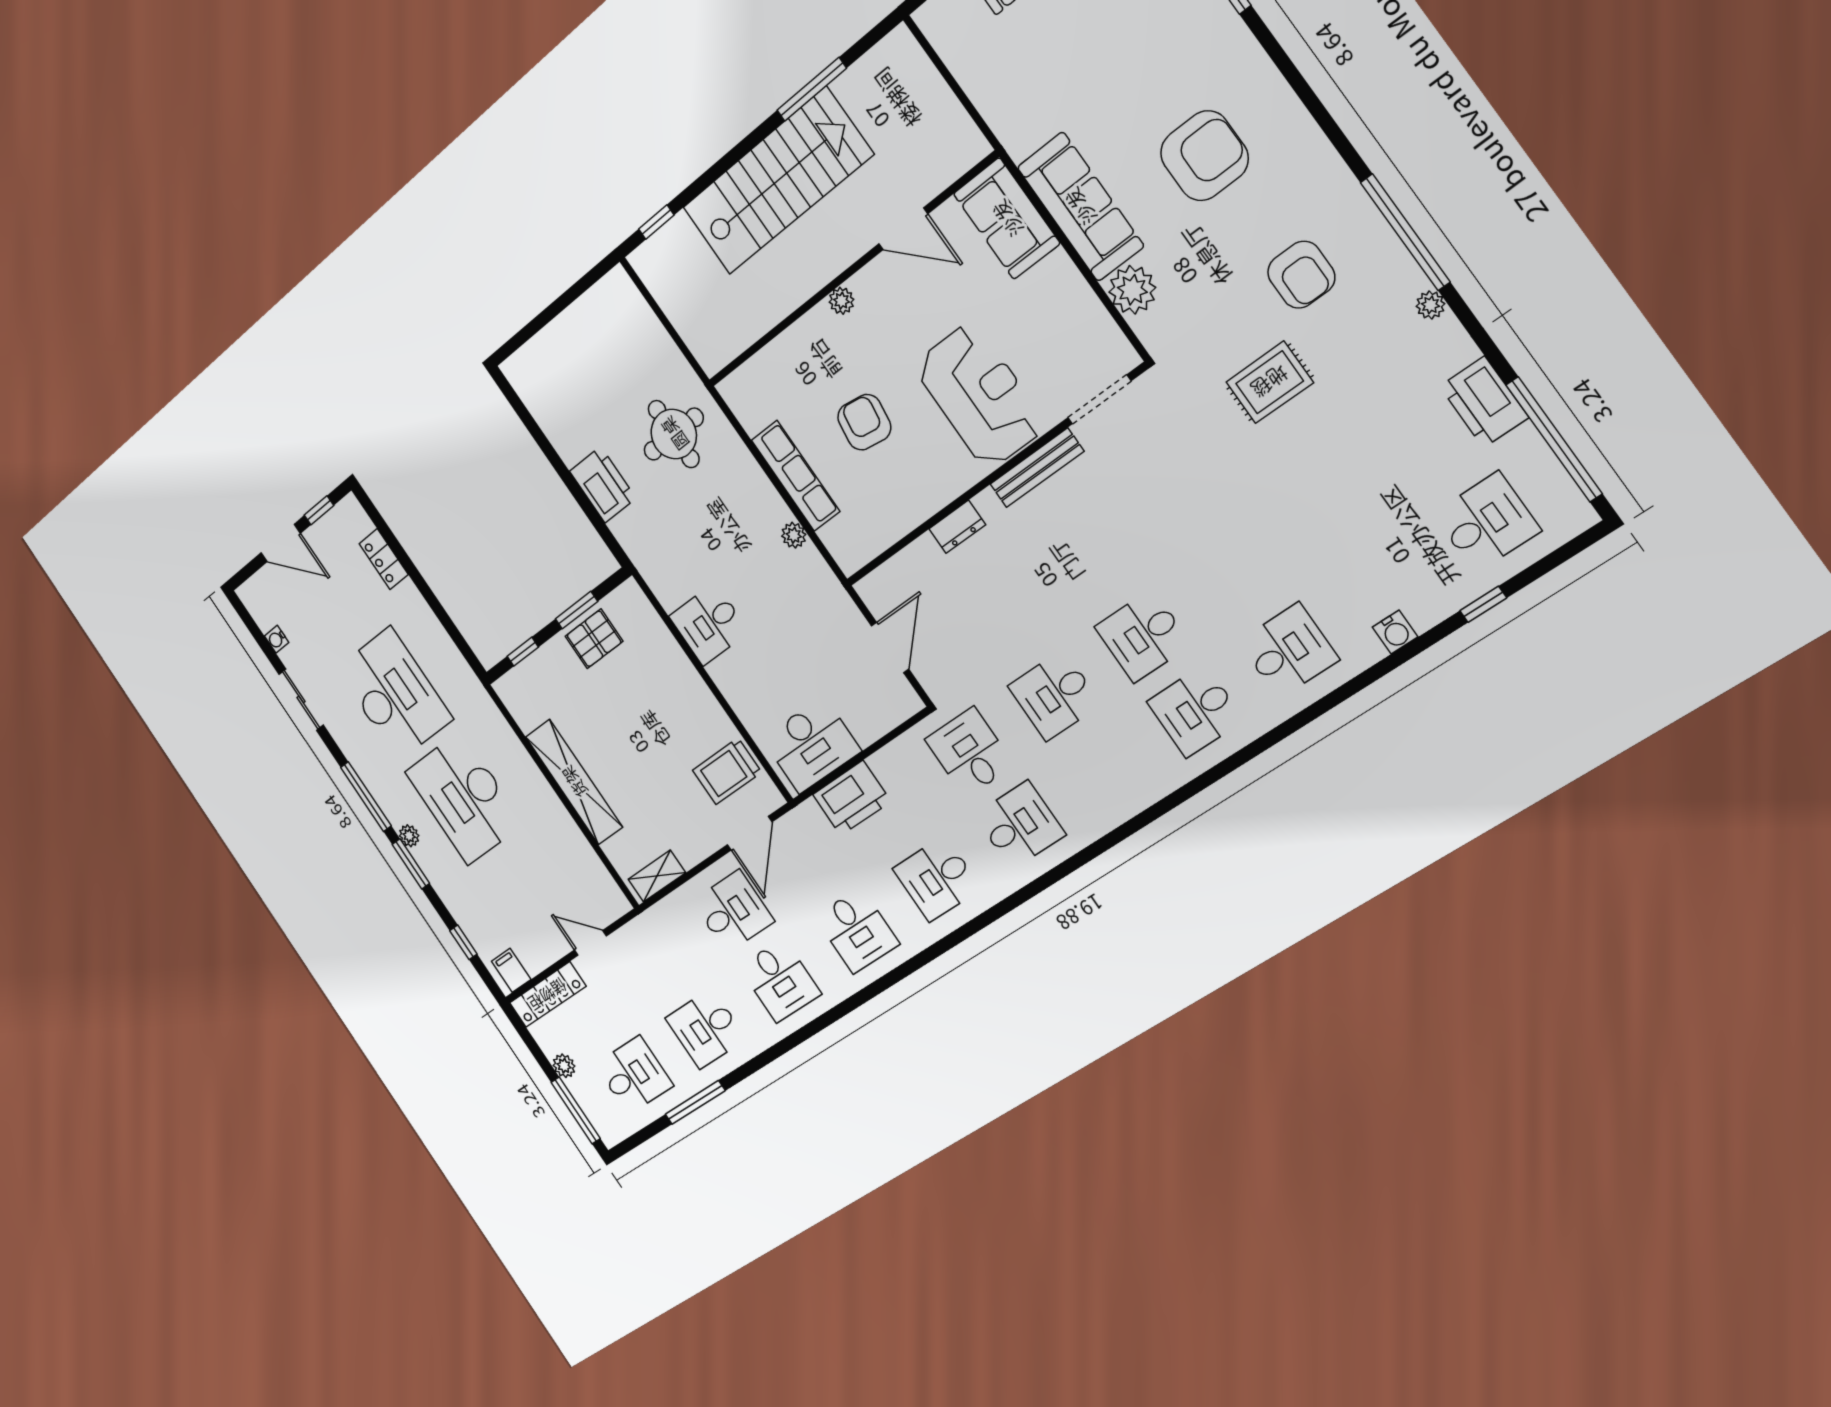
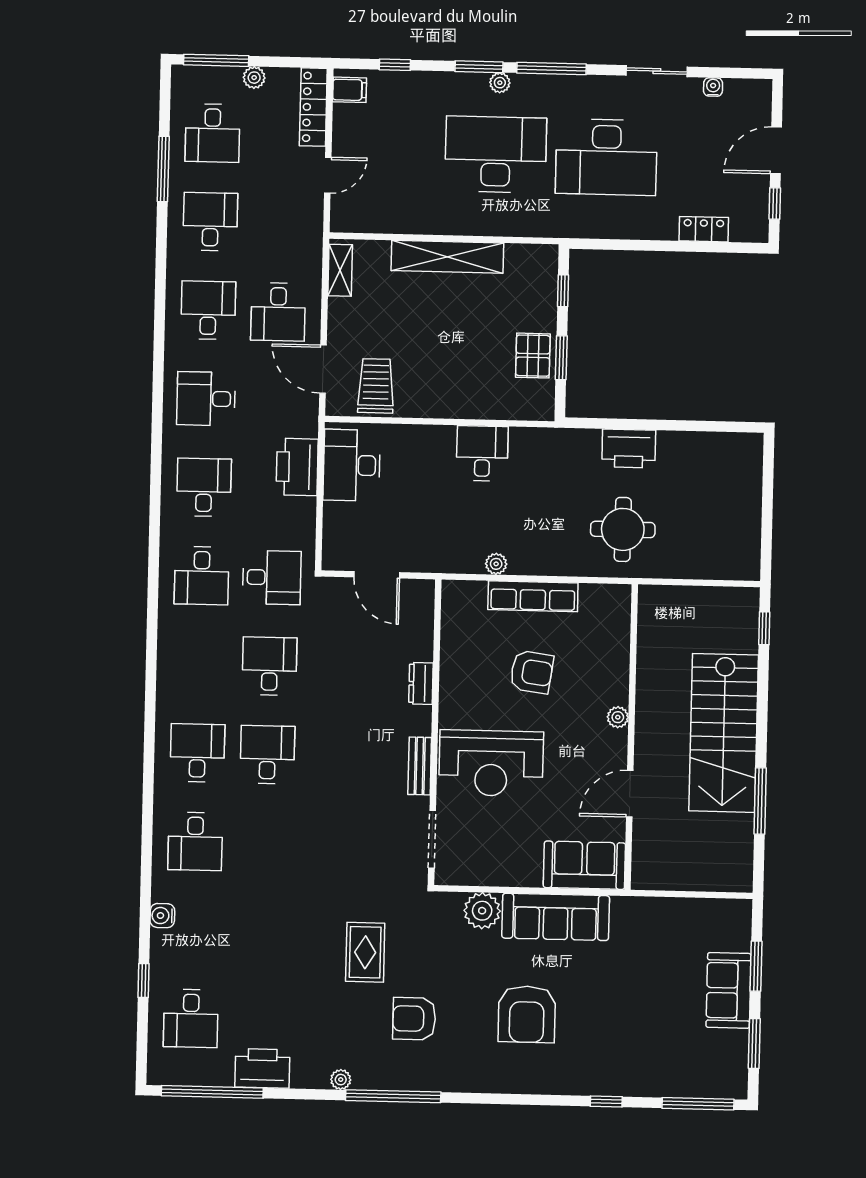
bench: (1037, 468) -> (420, 766), width x0.73
desk: (780, 980) -> (208, 310), turned 90

